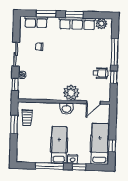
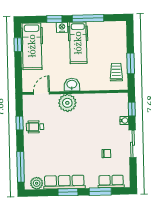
window: (115, 52) -> (21, 167), moved

